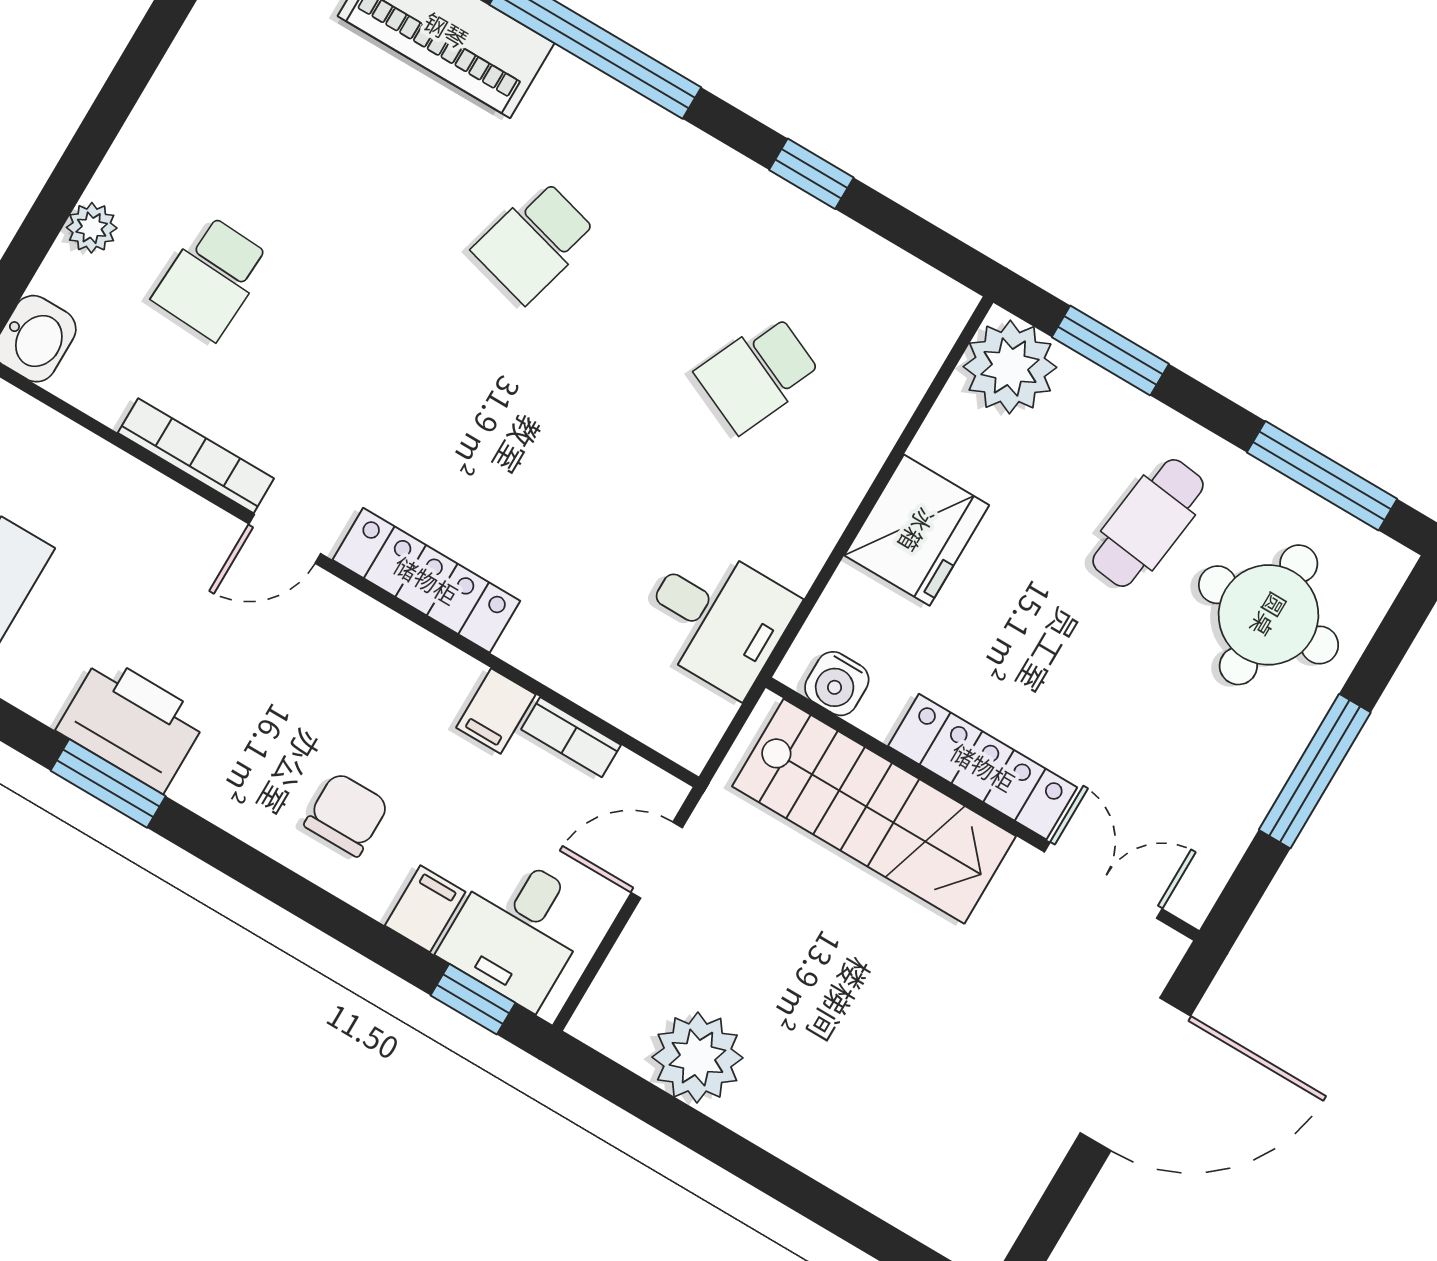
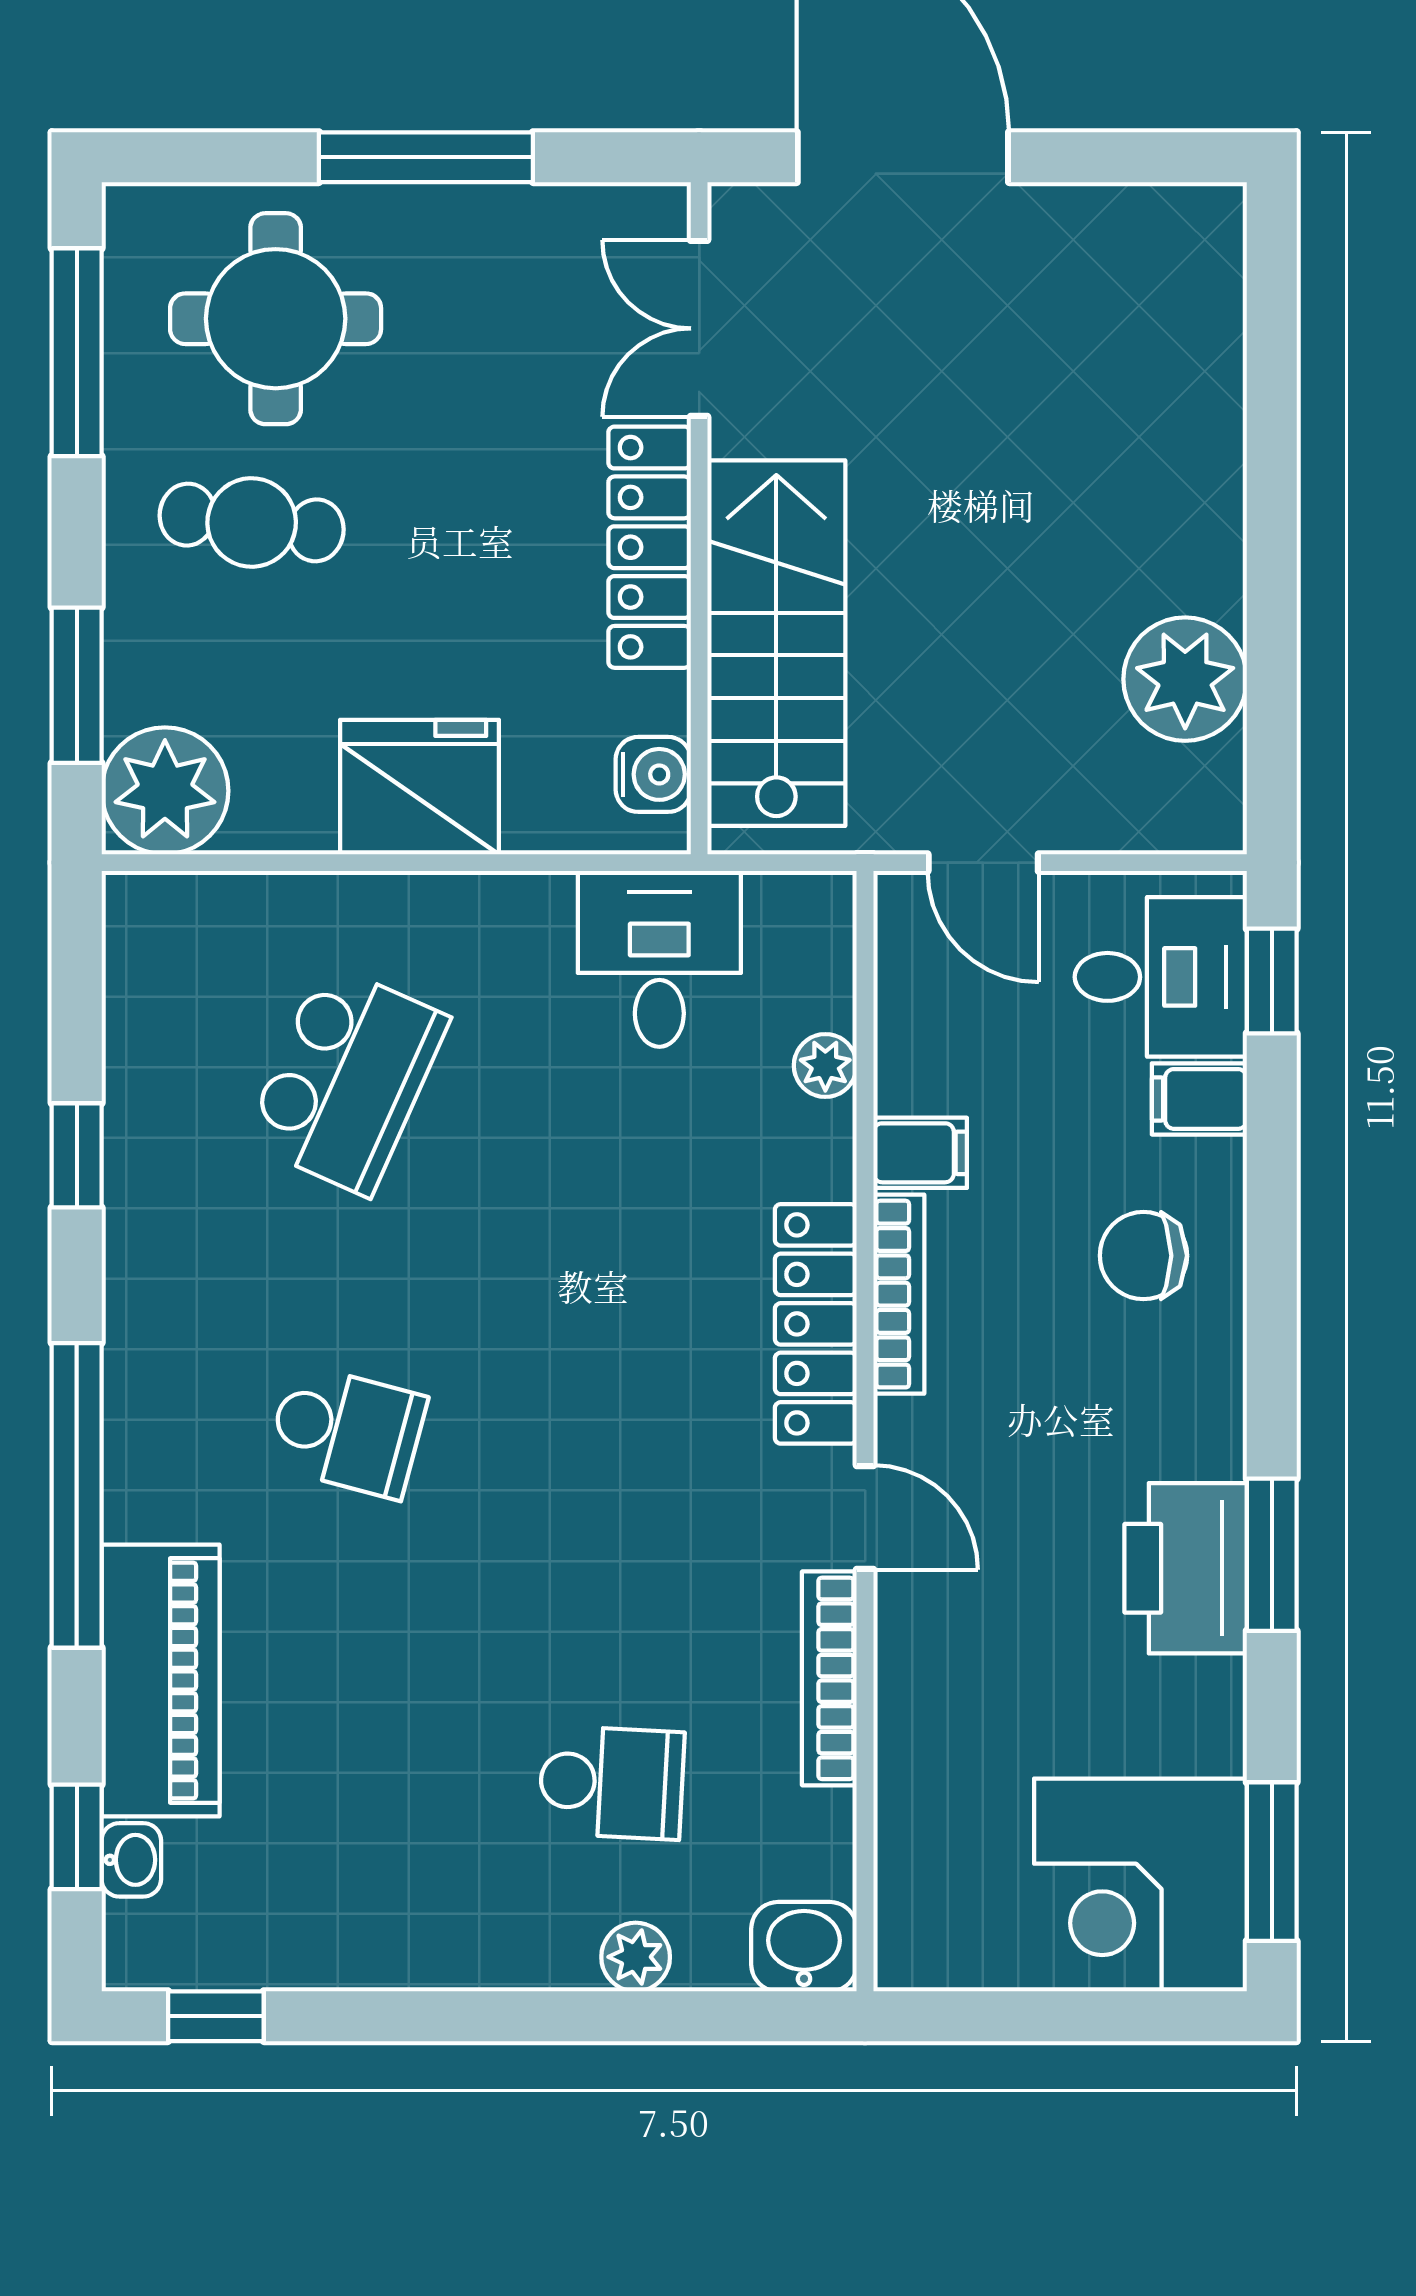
school desk: (758, 374) -> (347, 1080), width x1.85
plant: (587, 684) -> (825, 1065), added
bookcase: (571, 737) -> (899, 1294), moved, width x1.56

